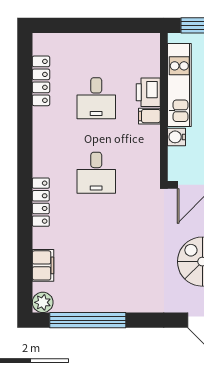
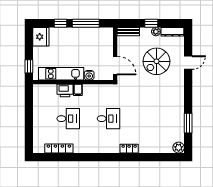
locker: (41, 202) -> (129, 149), width x0.66
filing cabinet: (43, 265) -> (159, 147), removed
window: (88, 320) -> (188, 123), width x0.47

